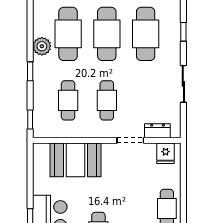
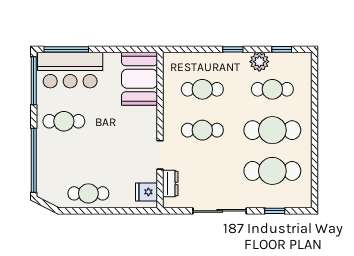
cafe table: (68, 34) -> (272, 89), width x0.73, depth x0.74
sliding door: (183, 84) -> (220, 211), width x1.37
window: (30, 119) -> (282, 49), moved
booth: (75, 160) -> (140, 79), moved

